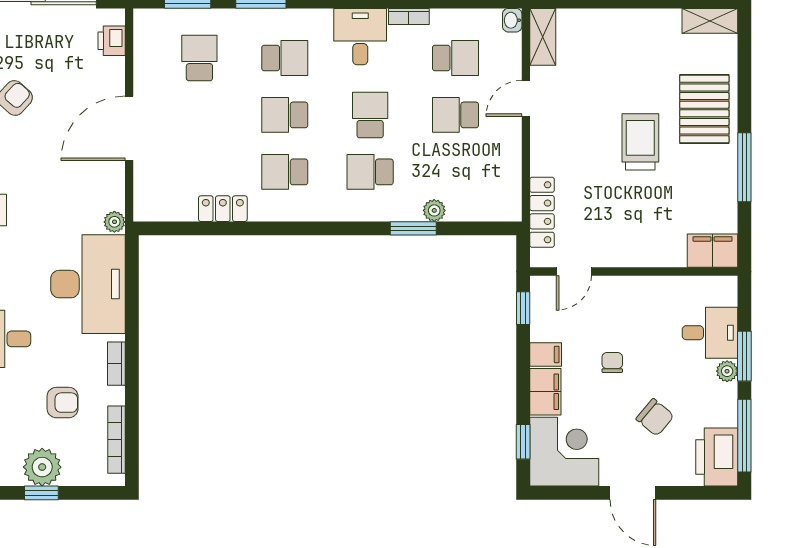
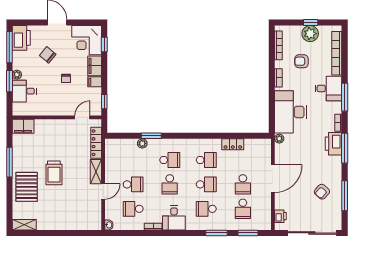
shelving: (543, 37) -> (96, 172), moved
school desk: (199, 115) -> (243, 184), added

